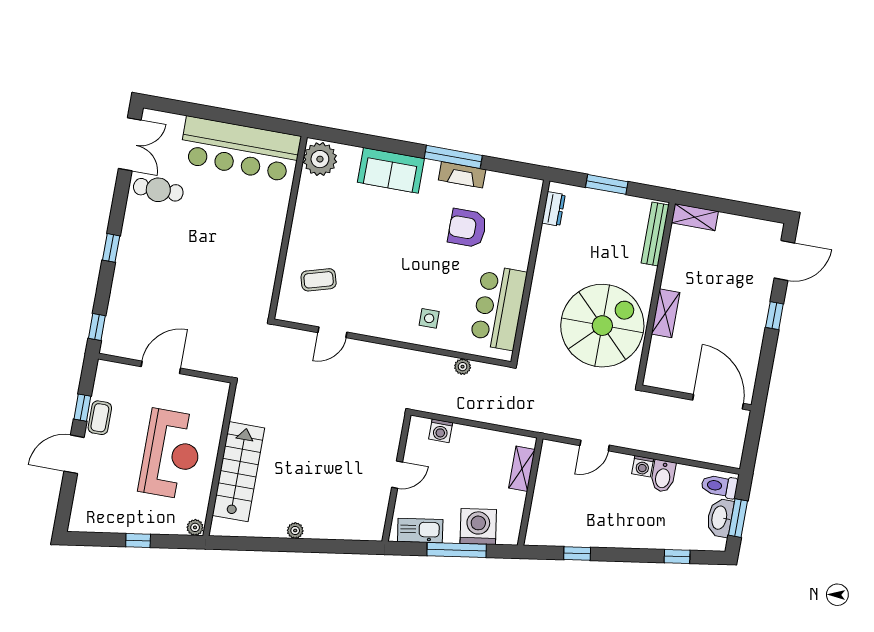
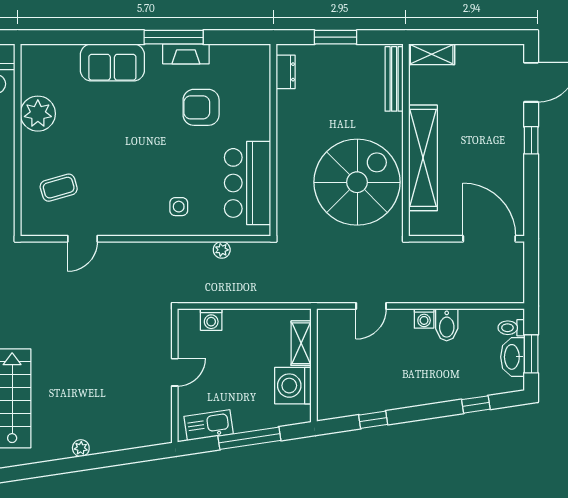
plant: (320, 159) -> (38, 114), moved
shelving: (666, 313) -> (423, 158), width x2.20, depth x1.33
toilet: (719, 486) -> (511, 328), width x0.73, depth x0.72
washing machine: (478, 526) -> (293, 386), moved, turned -82

